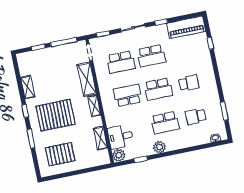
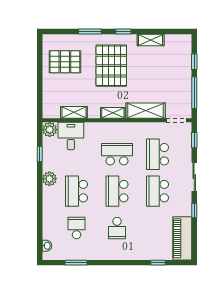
school desk: (128, 95) -> (117, 154), turned -90
pallet: (60, 154) -> (65, 62), turned 90

